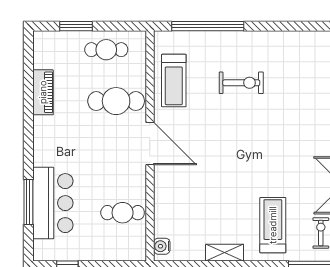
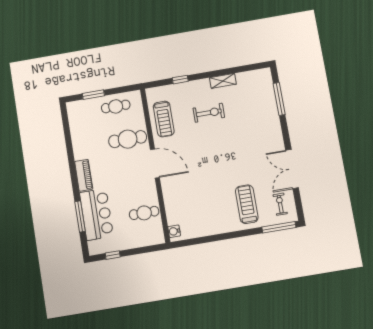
window: (208, 26) -> (180, 80), width x0.32
piano: (43, 92) -> (84, 175), moved
shelving: (225, 253) -> (223, 81), moved

